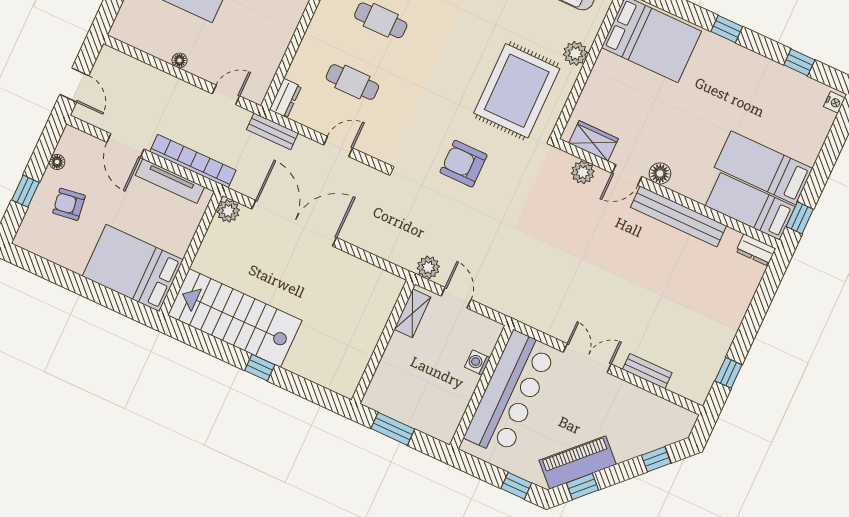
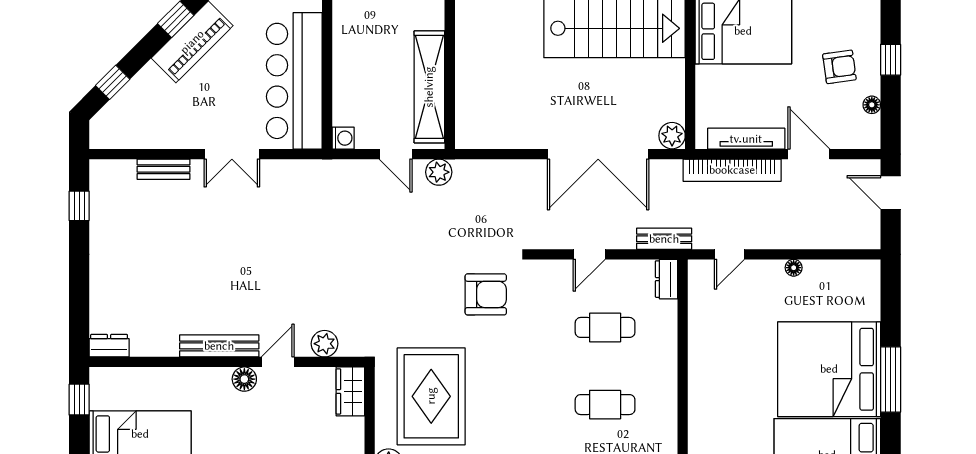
wardrobe: (594, 141) -> (350, 391), moved, turned 90
armchair: (464, 164) -> (486, 294), moved
bed: (750, 206) -> (136, 388), removed
bench: (678, 216) -> (219, 346), width x0.73, depth x0.82
shelving: (412, 313) -> (429, 87), width x2.20, depth x1.33
washing machine: (477, 362) -> (343, 138), moved

